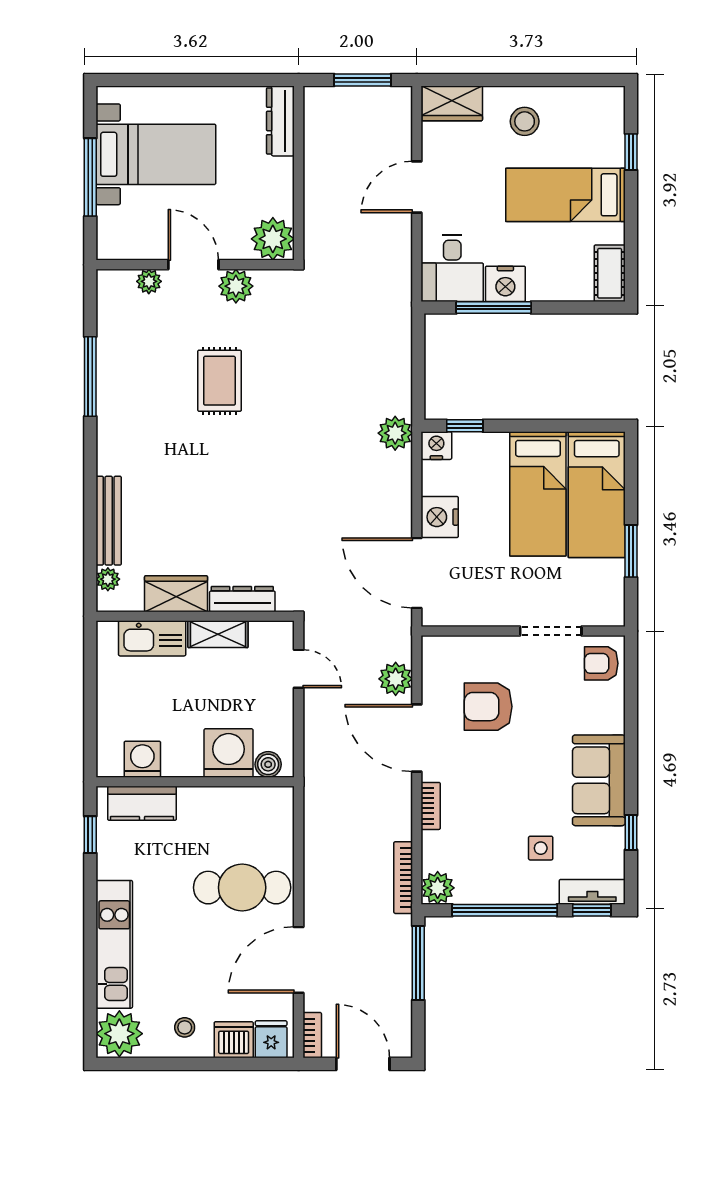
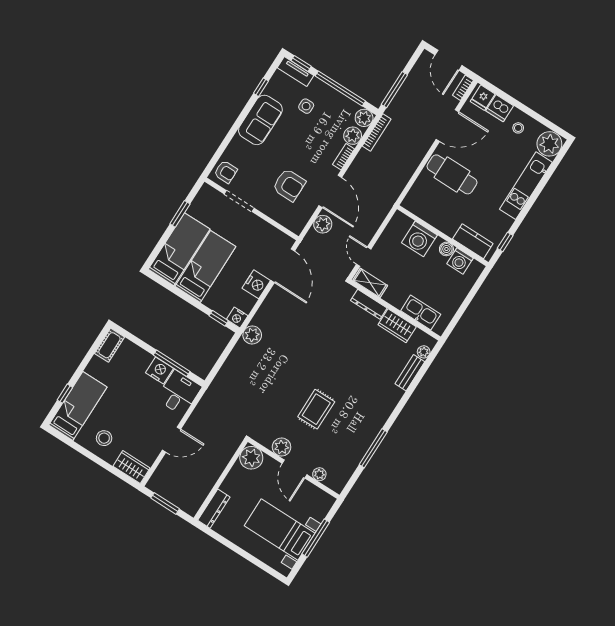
bed: (566, 195) -> (78, 406), moved, turned -90
bench: (109, 521) -> (410, 373), width x0.73
shelving: (218, 634) -> (370, 283), moved
boiler: (268, 764) -> (446, 249), moved
plant: (438, 848) -> (353, 136), added

